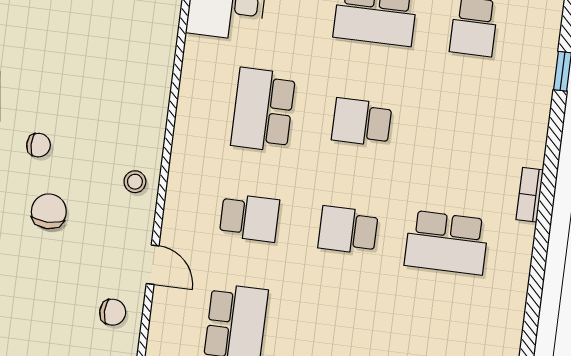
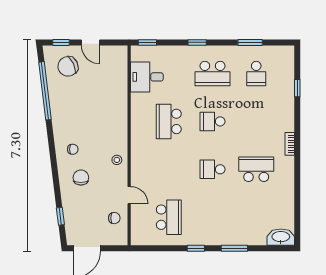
school desk: (249, 218) -> (169, 169), removed
school desk: (447, 243) -> (256, 169), turned 180

